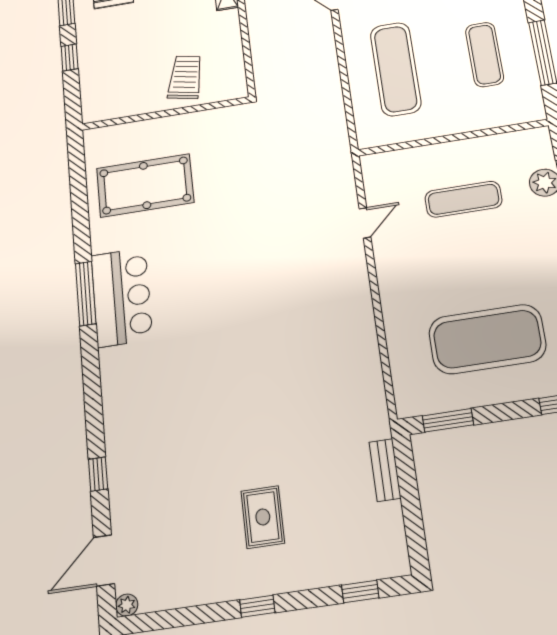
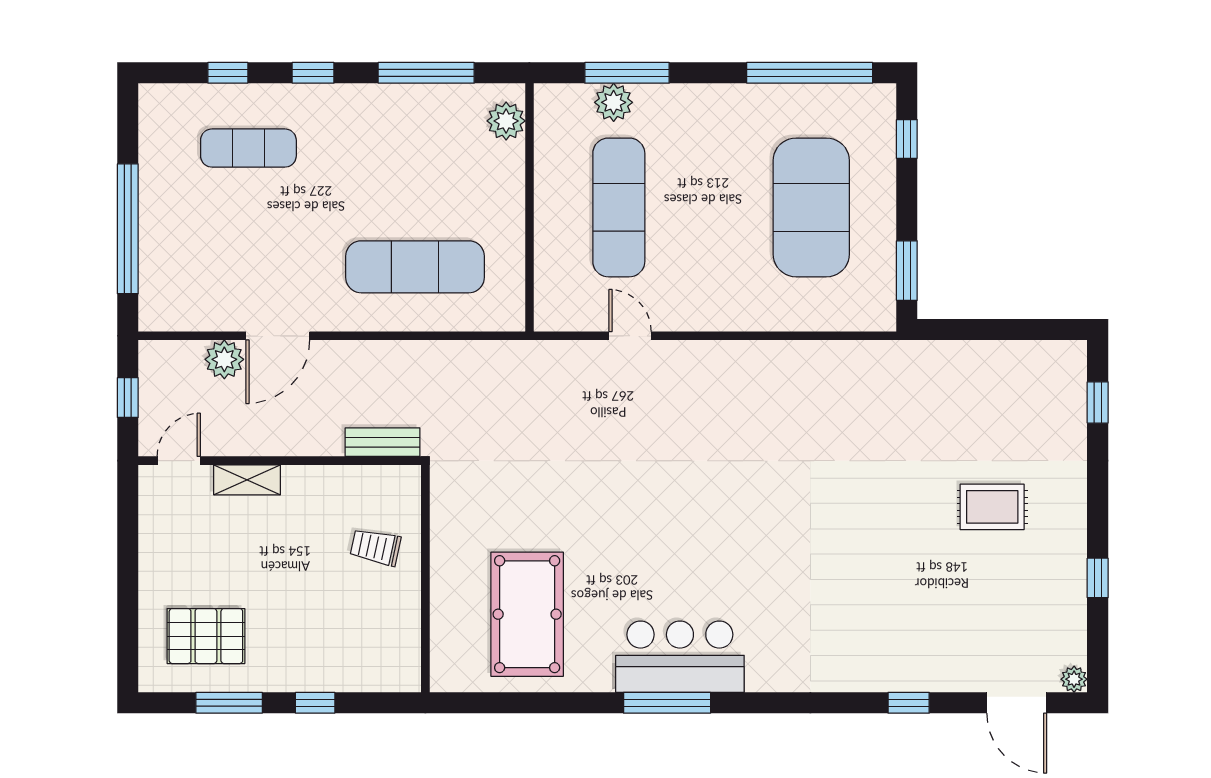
exercise mat: (485, 54) -> (415, 148), removed
trolley: (185, 77) -> (376, 547), width x0.73, depth x0.72
plant: (516, 111) -> (506, 121), added
exercise mat: (463, 199) -> (619, 207), width x1.36, depth x1.45
bench: (385, 470) -> (383, 442), moved
window: (257, 606) -> (1098, 578), moved

